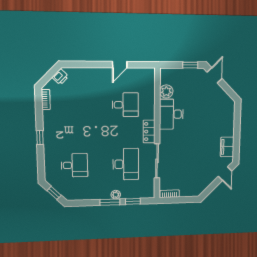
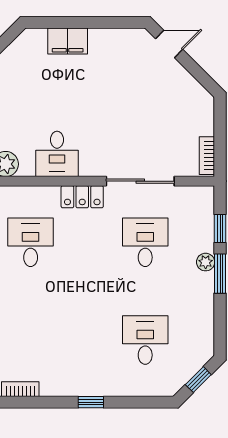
desk: (171, 114) -> (57, 154), width x0.73
filing cabinet: (227, 147) -> (68, 41), moved
desk: (126, 164) -> (145, 242), width x0.73

